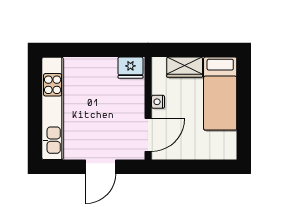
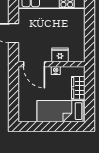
fridge: (130, 68) -> (60, 55), moved, turned 90

